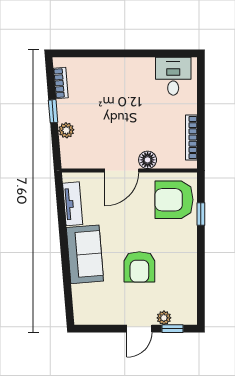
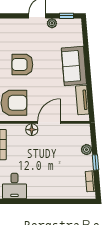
armchair: (139, 267) -> (22, 65), moved, turned -90
plant: (164, 318) -> (52, 23), moved
window: (173, 329) -> (67, 16), moved

